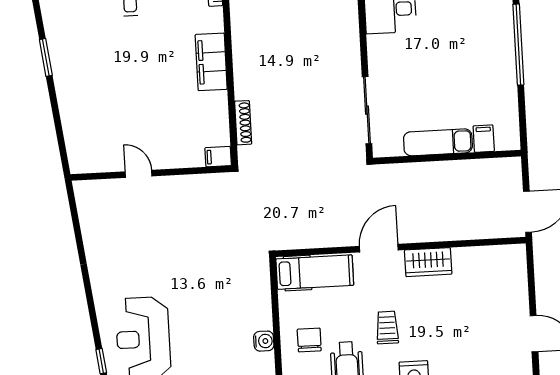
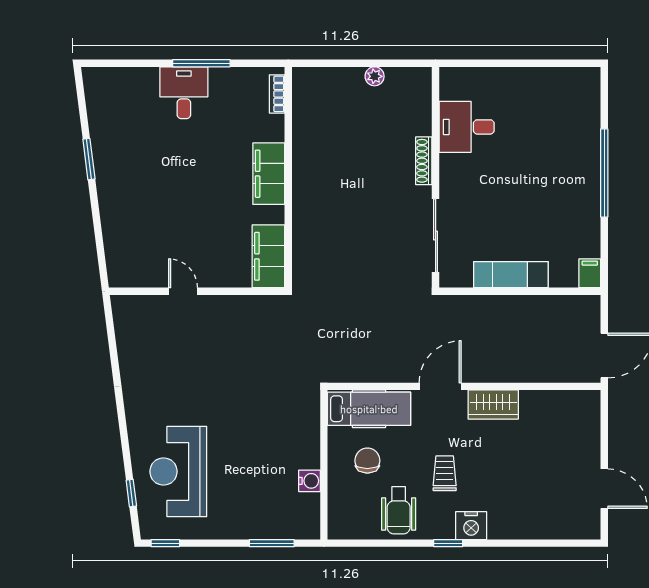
shoe rack: (243, 123) -> (424, 161), moved, turned 180
filing cabinet: (484, 139) -> (590, 273), moved
filing cabinet: (218, 157) -> (268, 256), width x3.00, depth x1.17
chair: (309, 340) -> (367, 461), moved

